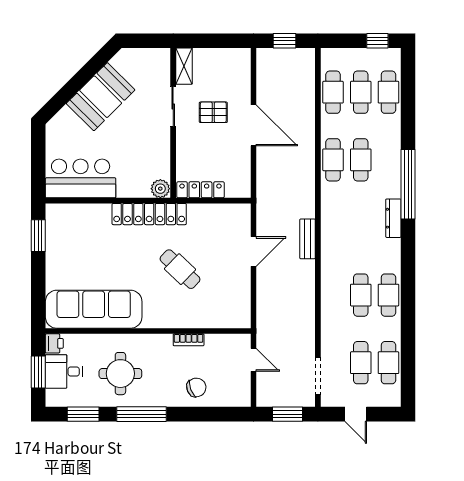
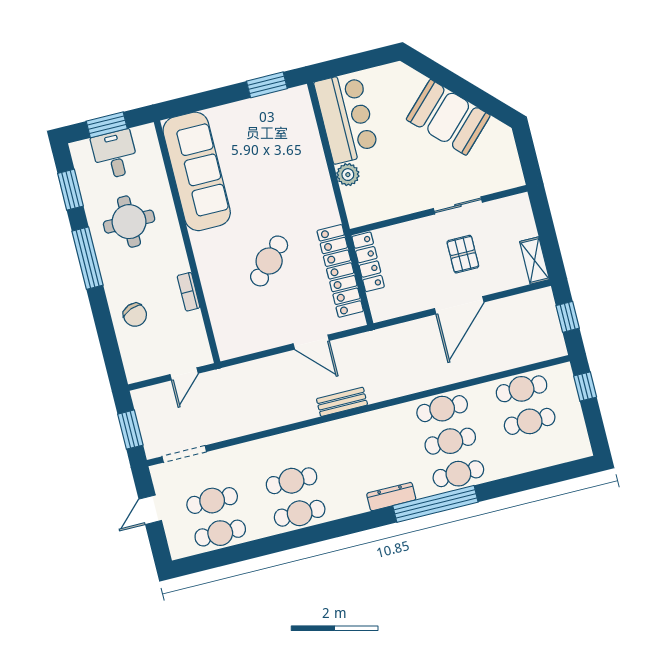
window: (377, 41) -> (585, 386), moved
shelving: (184, 66) -> (534, 260), moved, turned 90
cafe table: (388, 92) -> (458, 474), moved
plant: (160, 189) -> (348, 175), moved
locker: (149, 214) -> (340, 271), moved
printer: (54, 343) -> (145, 135), removed

